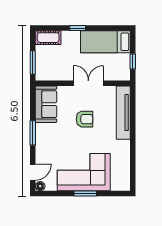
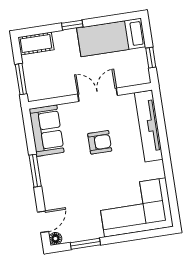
corner sofa: (84, 172) -> (135, 207), moved
window: (85, 194) -> (85, 244), moved

